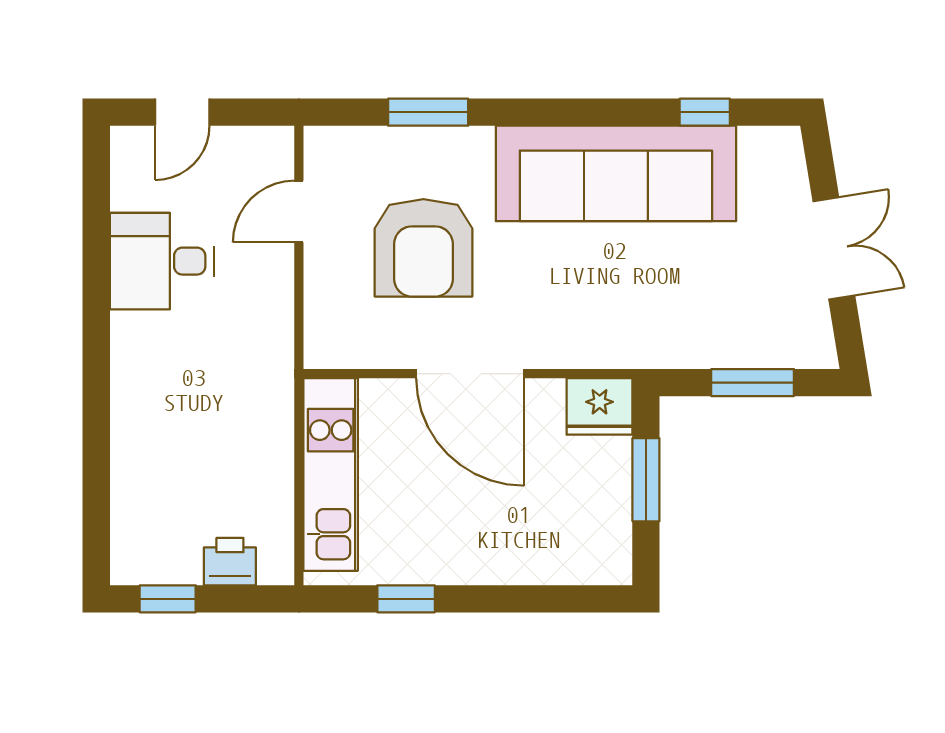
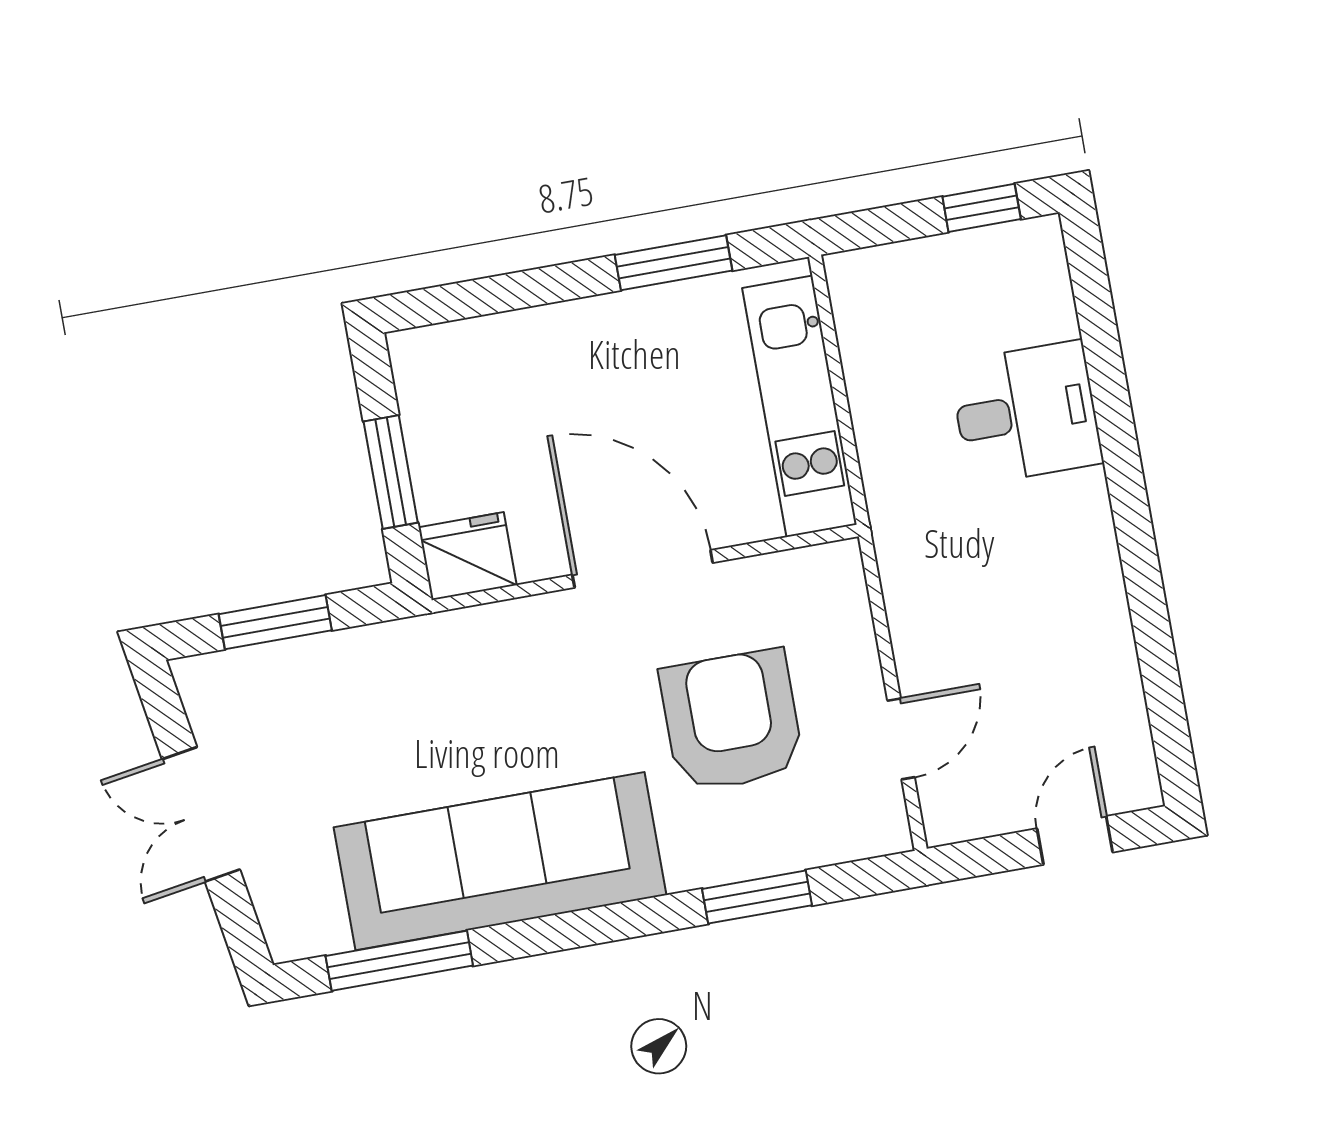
window: (705, 112) -> (399, 961), width x2.17
desk: (162, 261) -> (1026, 413), moved
printer: (230, 562) -> (910, 270), removed
window: (406, 599) -> (673, 263), width x1.50

